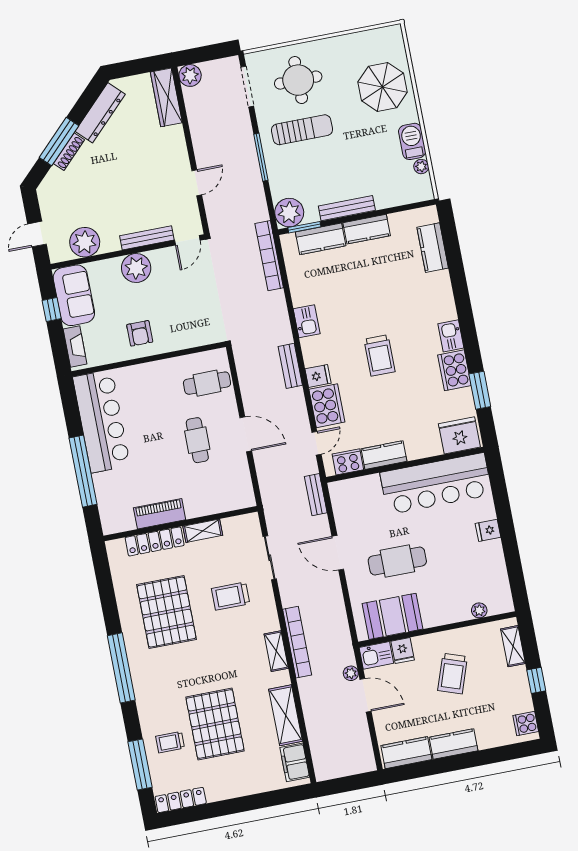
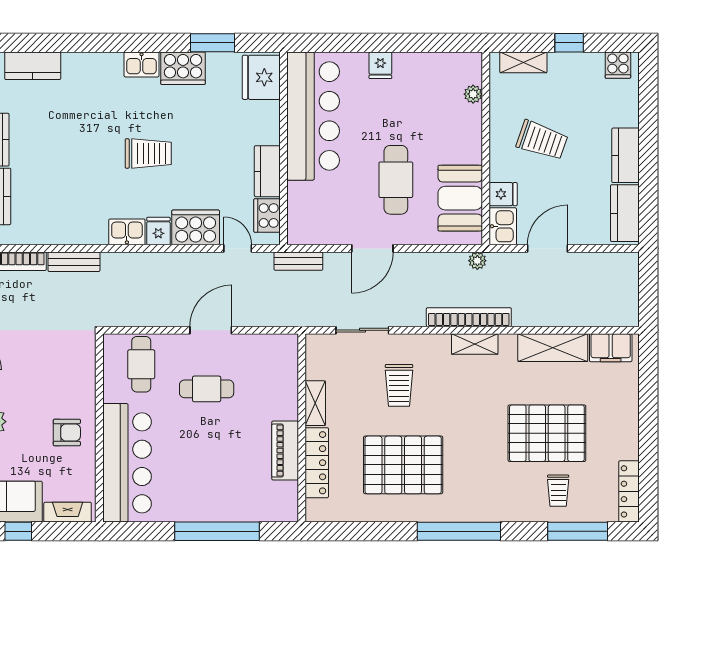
kitchen sink: (307, 321) -> (127, 232), moved
bench: (290, 366) -> (74, 262), moved
bar counter: (101, 421) -> (127, 463), moved, turned 90
plant: (351, 673) -> (477, 261), moved

